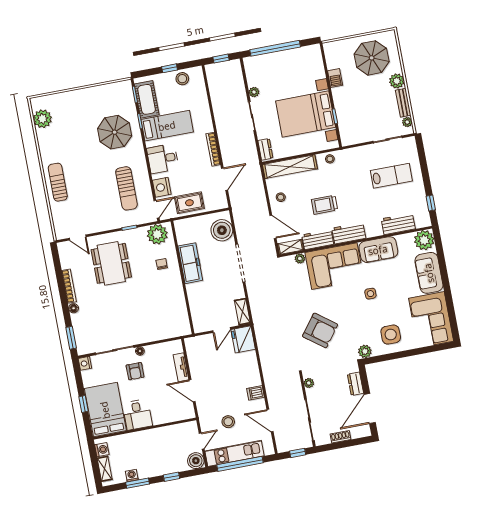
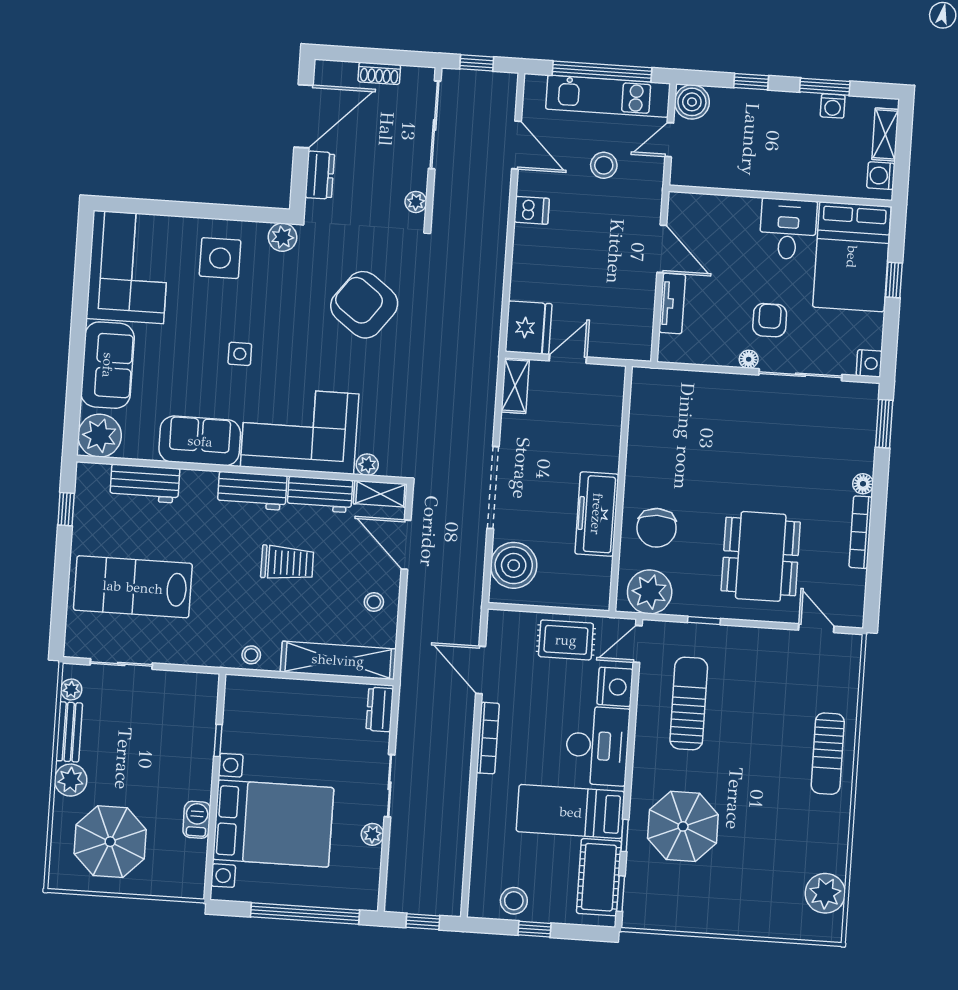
bed with nightstands: (306, 114) -> (273, 824), moved
desk: (163, 159) -> (597, 746), width x1.37
lab bench: (391, 176) -> (133, 587), width x1.36, depth x1.39
door: (224, 179) -> (481, 670), hinge flipped
chair: (162, 264) -> (657, 528), width x1.87, depth x1.87

